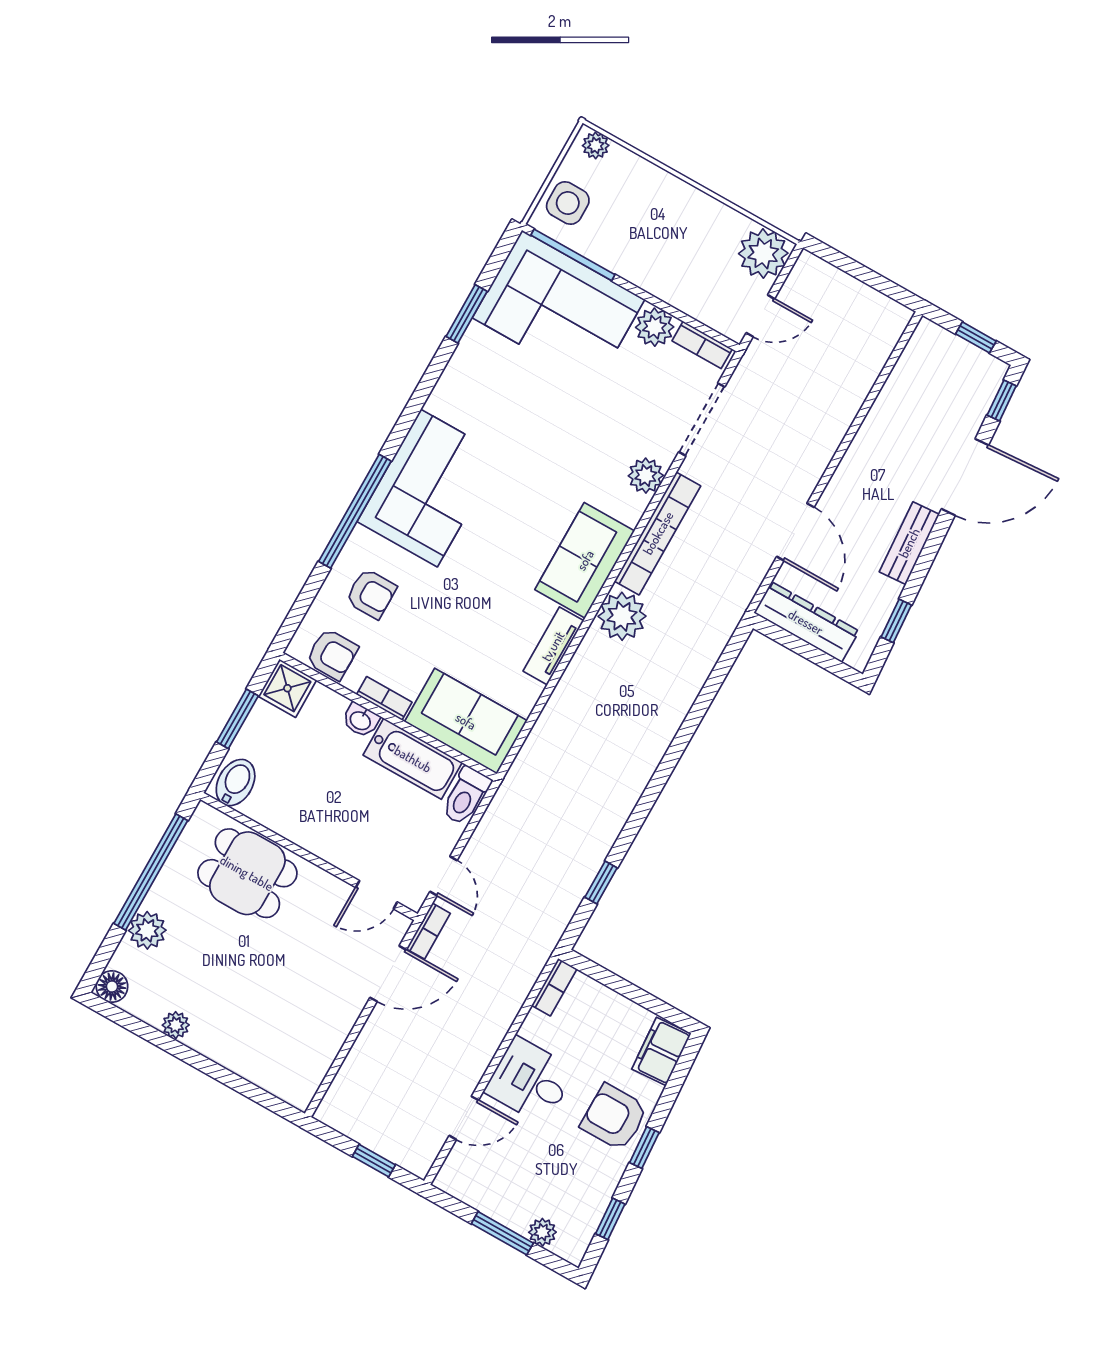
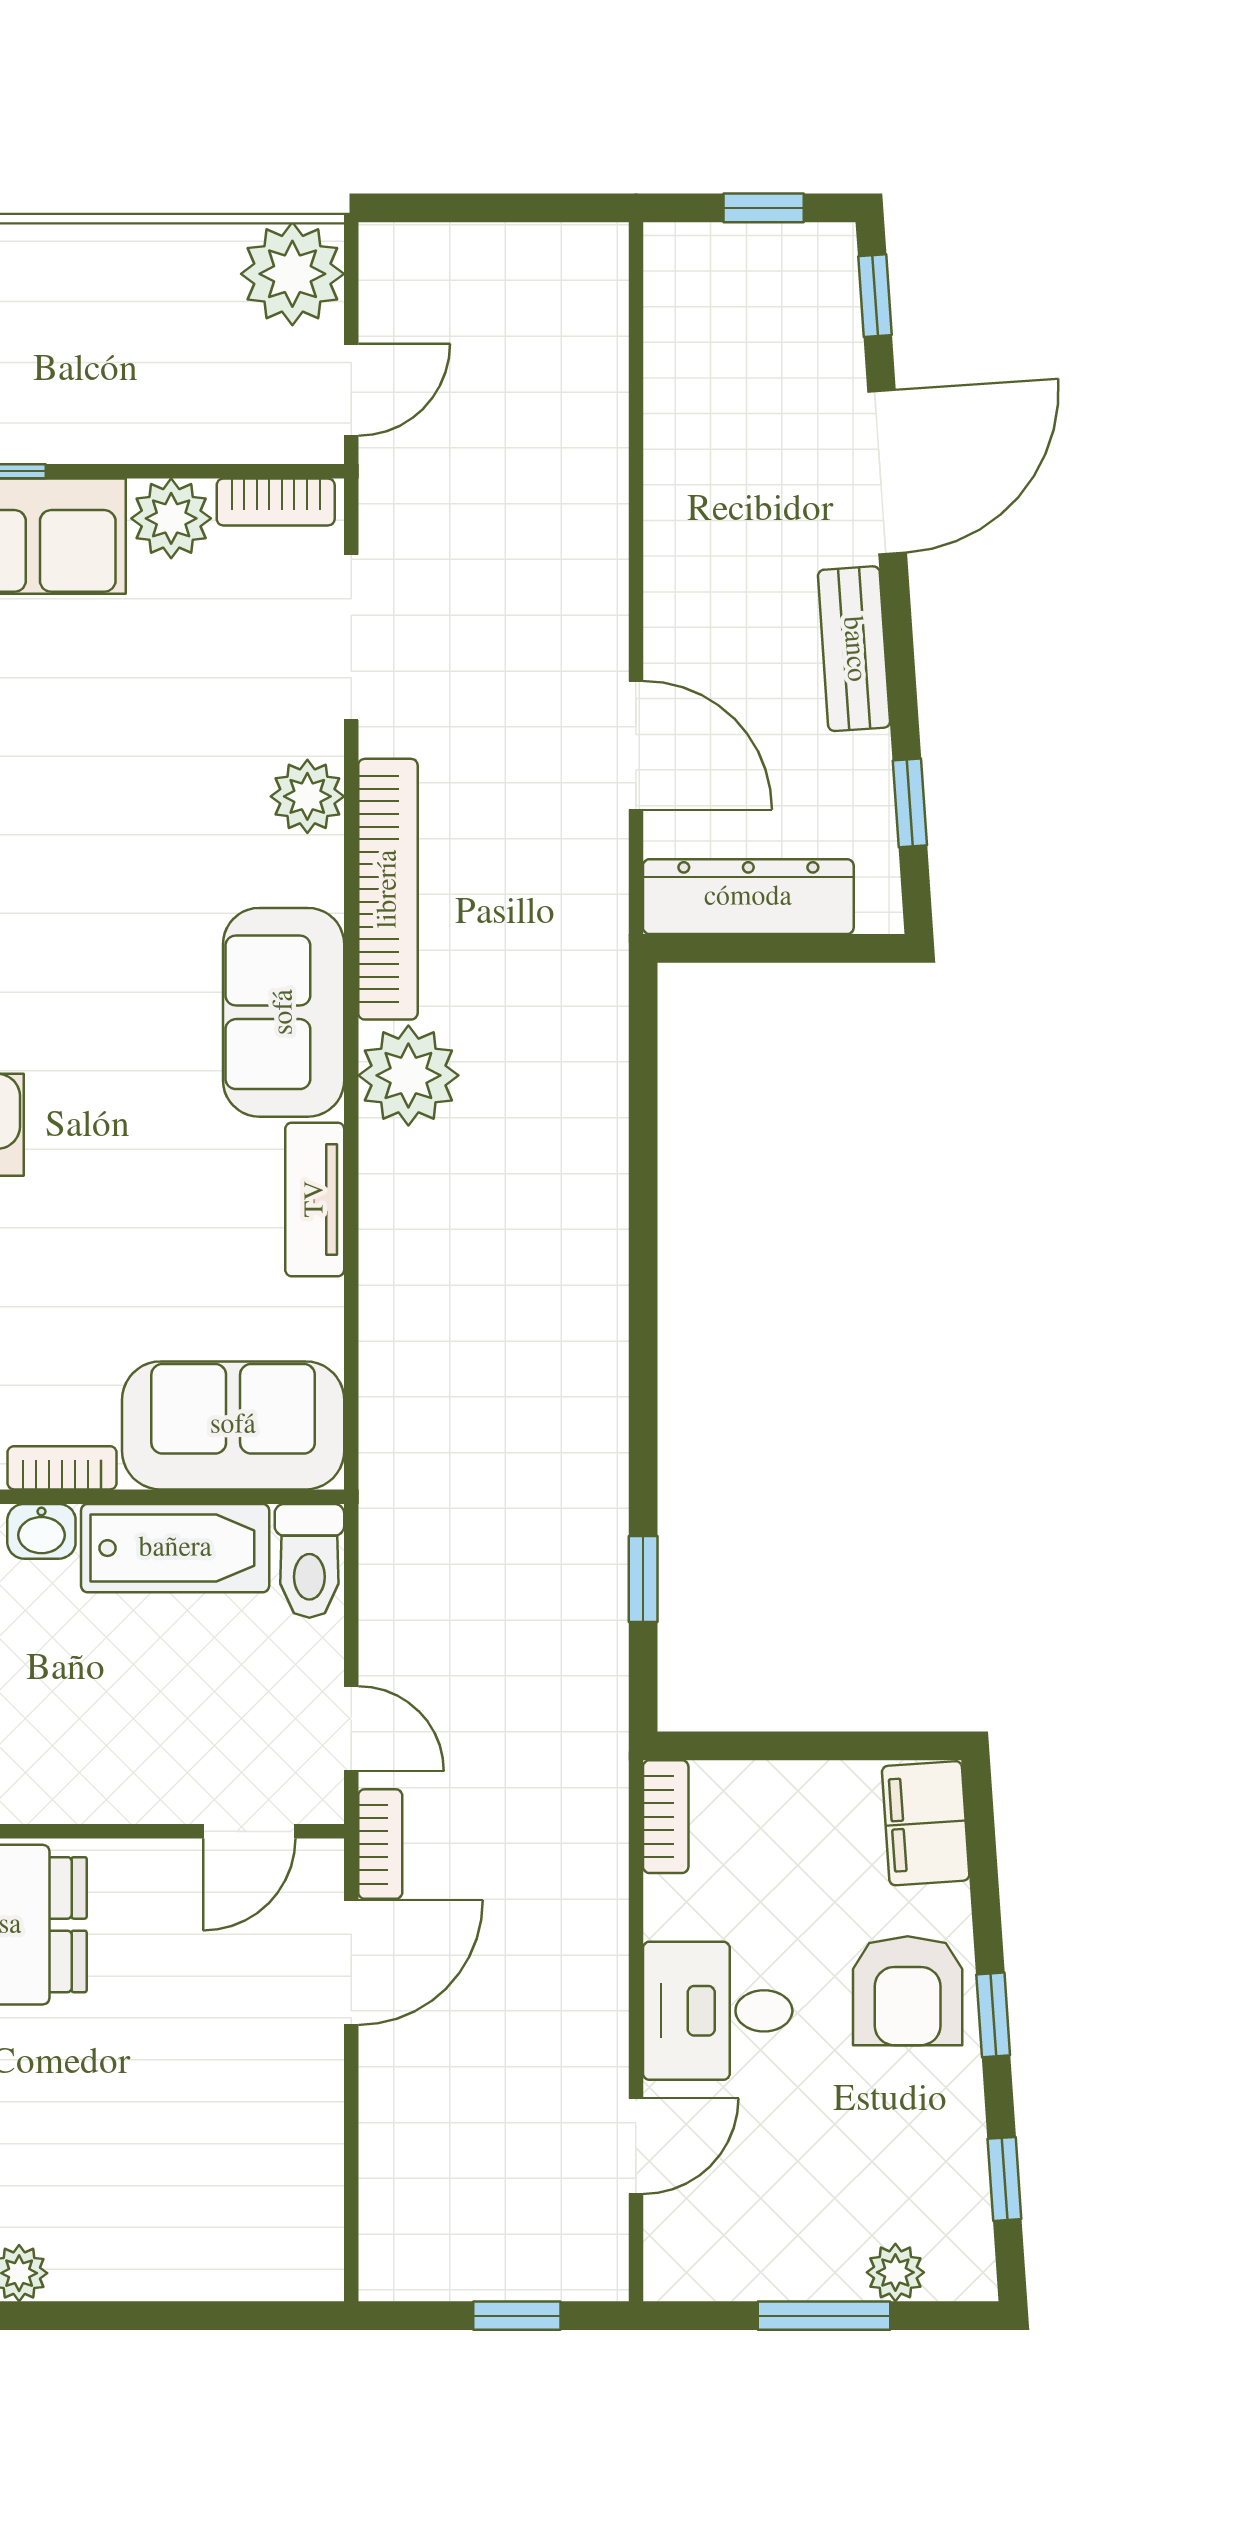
armchair: (614, 1117) -> (908, 1991), turned -90

